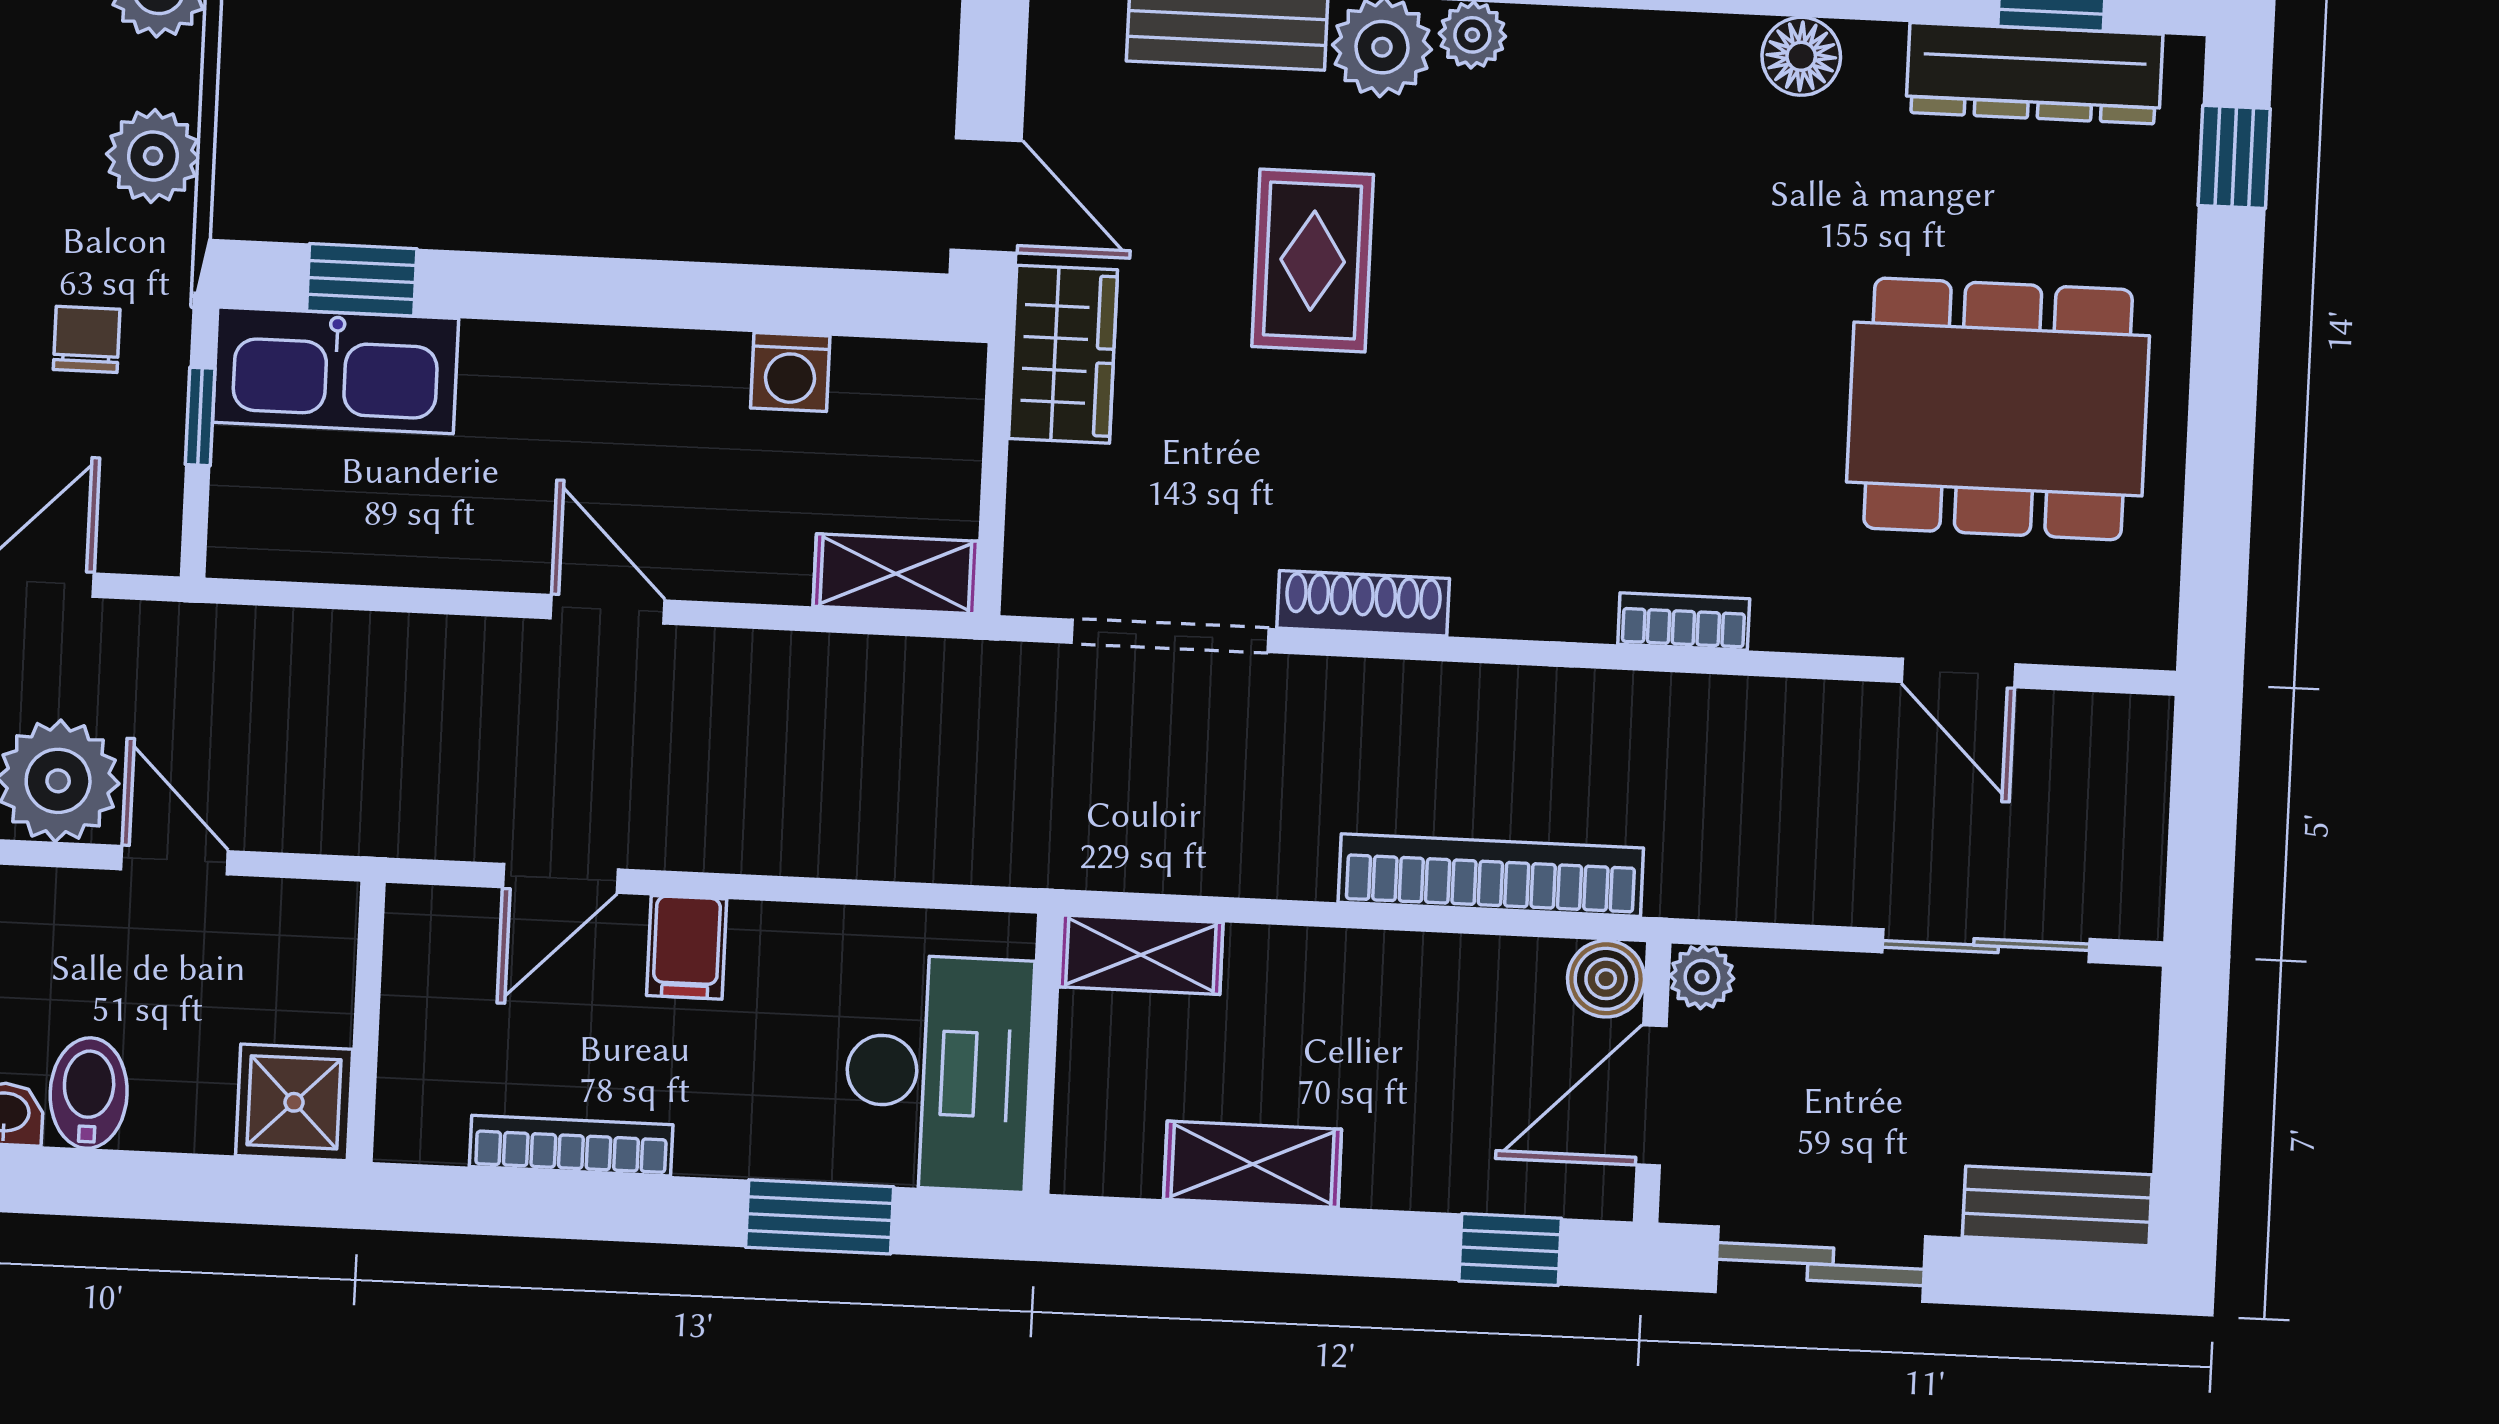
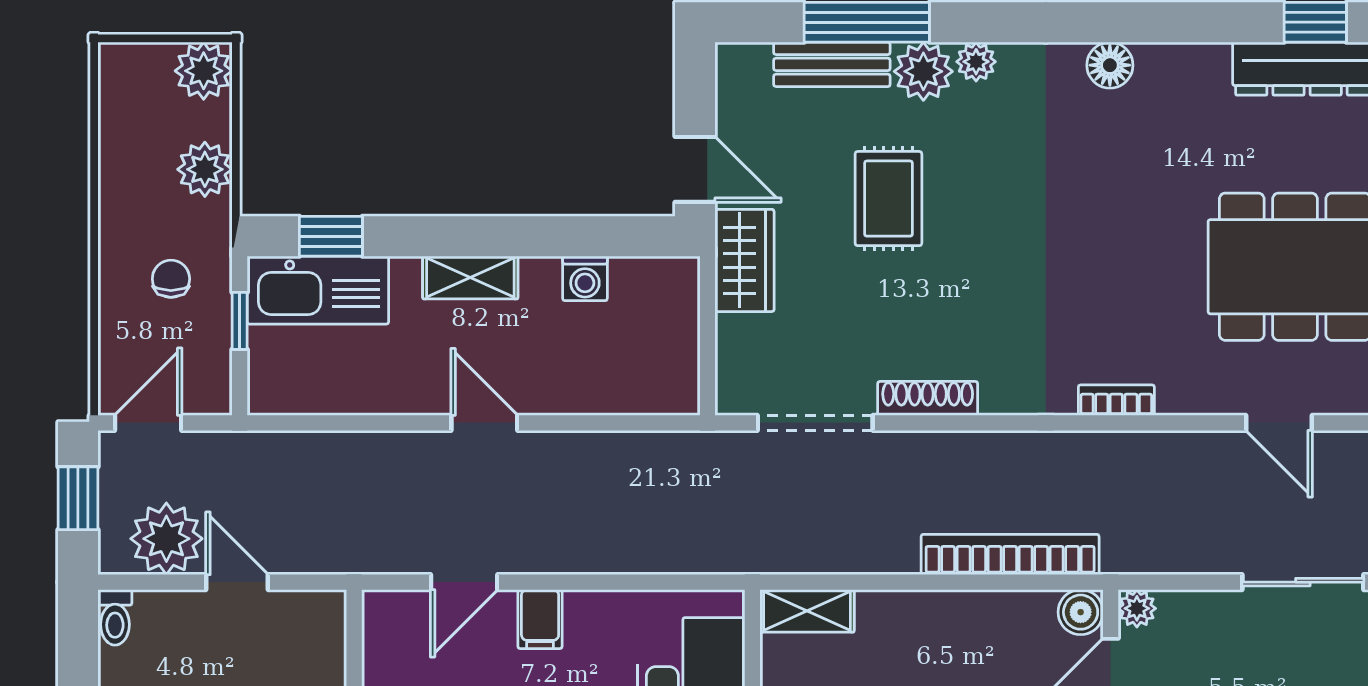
floor lamp: (1801, 56) -> (1110, 65), moved
shelving: (896, 574) -> (470, 278), moved

